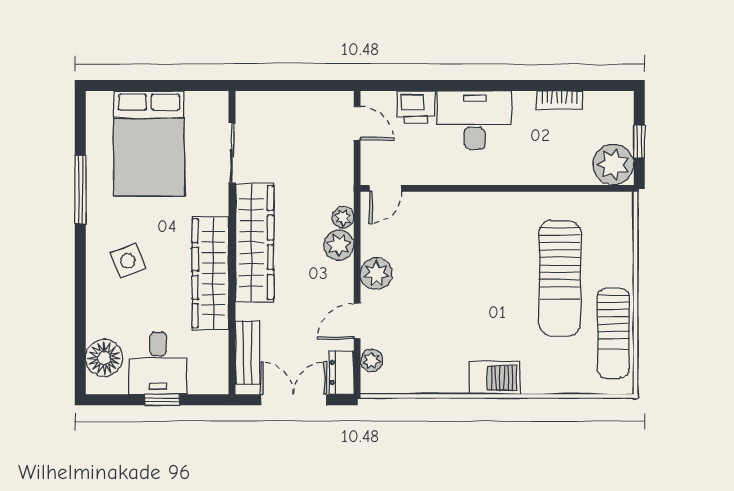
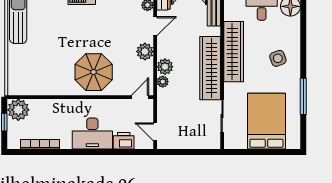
bookcase: (559, 100) -> (40, 144), width x1.56
parasol: (472, 235) -> (94, 72), added
sun lounger: (560, 278) -> (47, 49), removed

